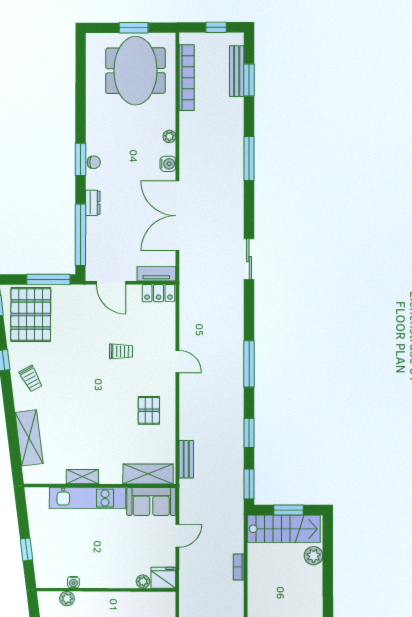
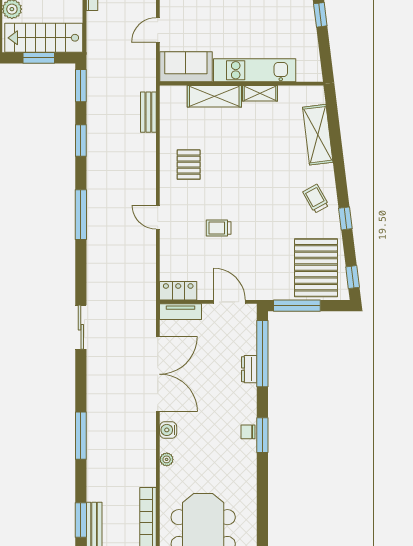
dresser: (93, 203) -> (249, 369), moved
shelving: (148, 474) -> (214, 96), moved

